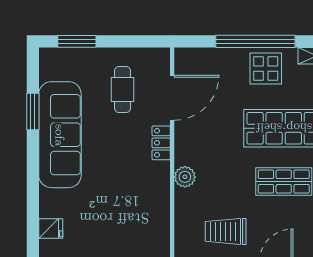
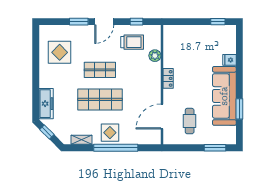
locker: (161, 143) -> (168, 78), moved
plant: (185, 177) -> (155, 56), moved
fridge: (51, 229) -> (229, 60), moved

